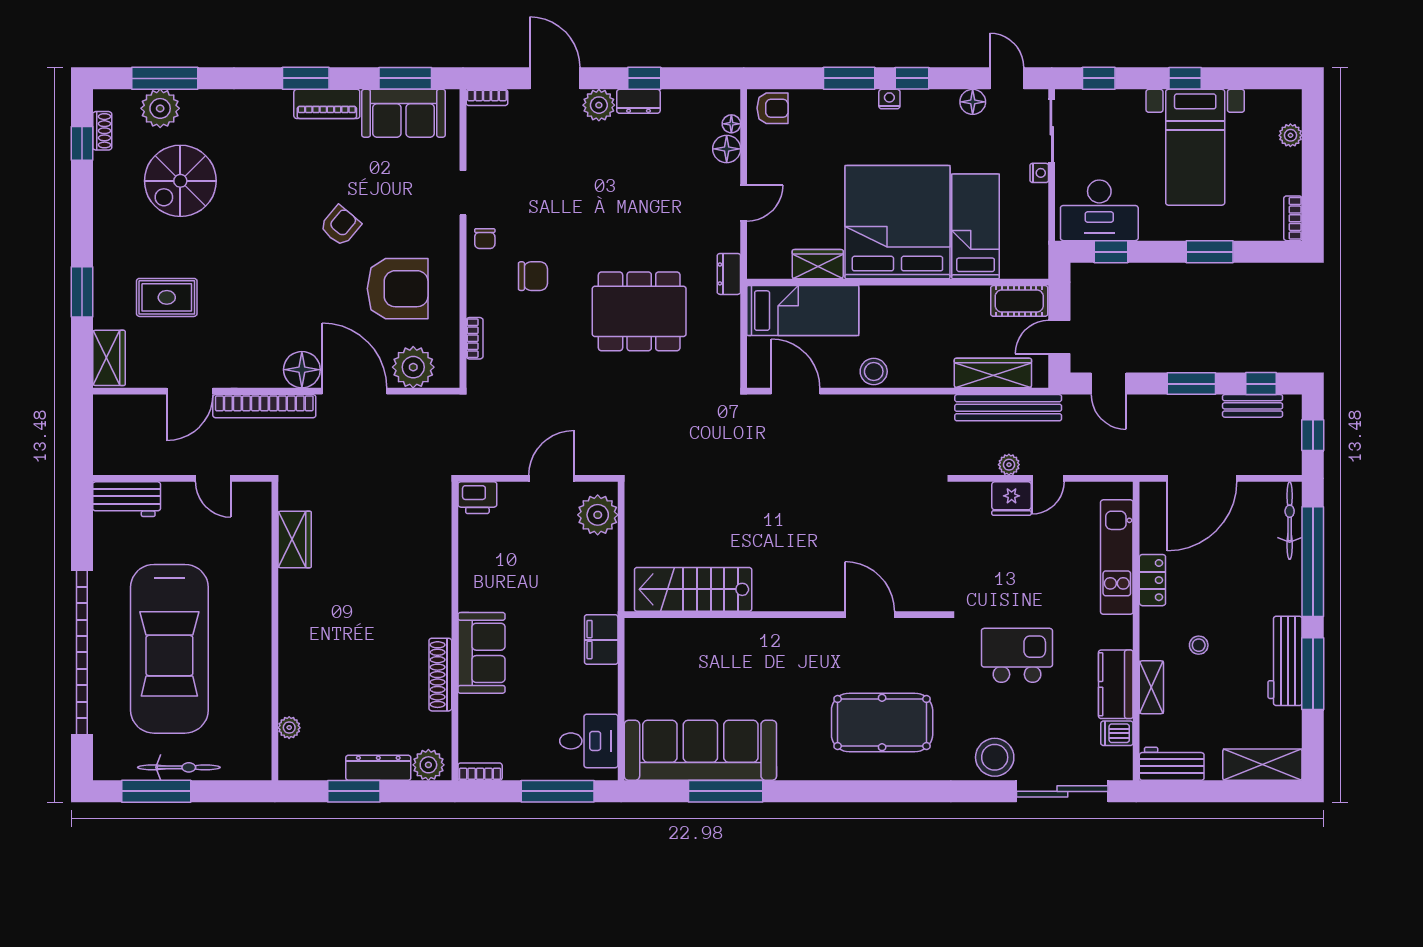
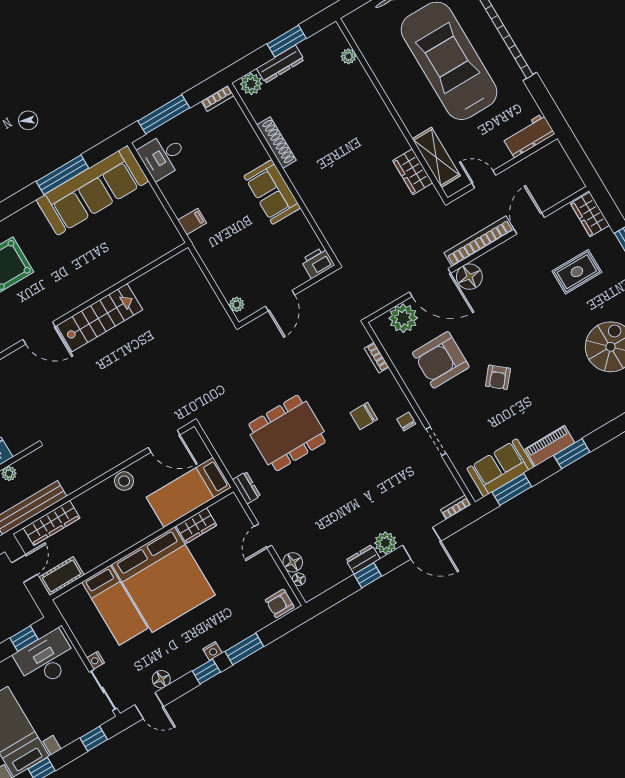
plant: (598, 515) -> (237, 304), width x0.53, depth x0.53
shelving: (255, 540) -> (436, 157), added
stairs: (693, 589) -> (100, 318), moved
filing cabinet: (601, 640) -> (192, 222), width x0.50
sofa: (481, 653) -> (272, 192), moved

